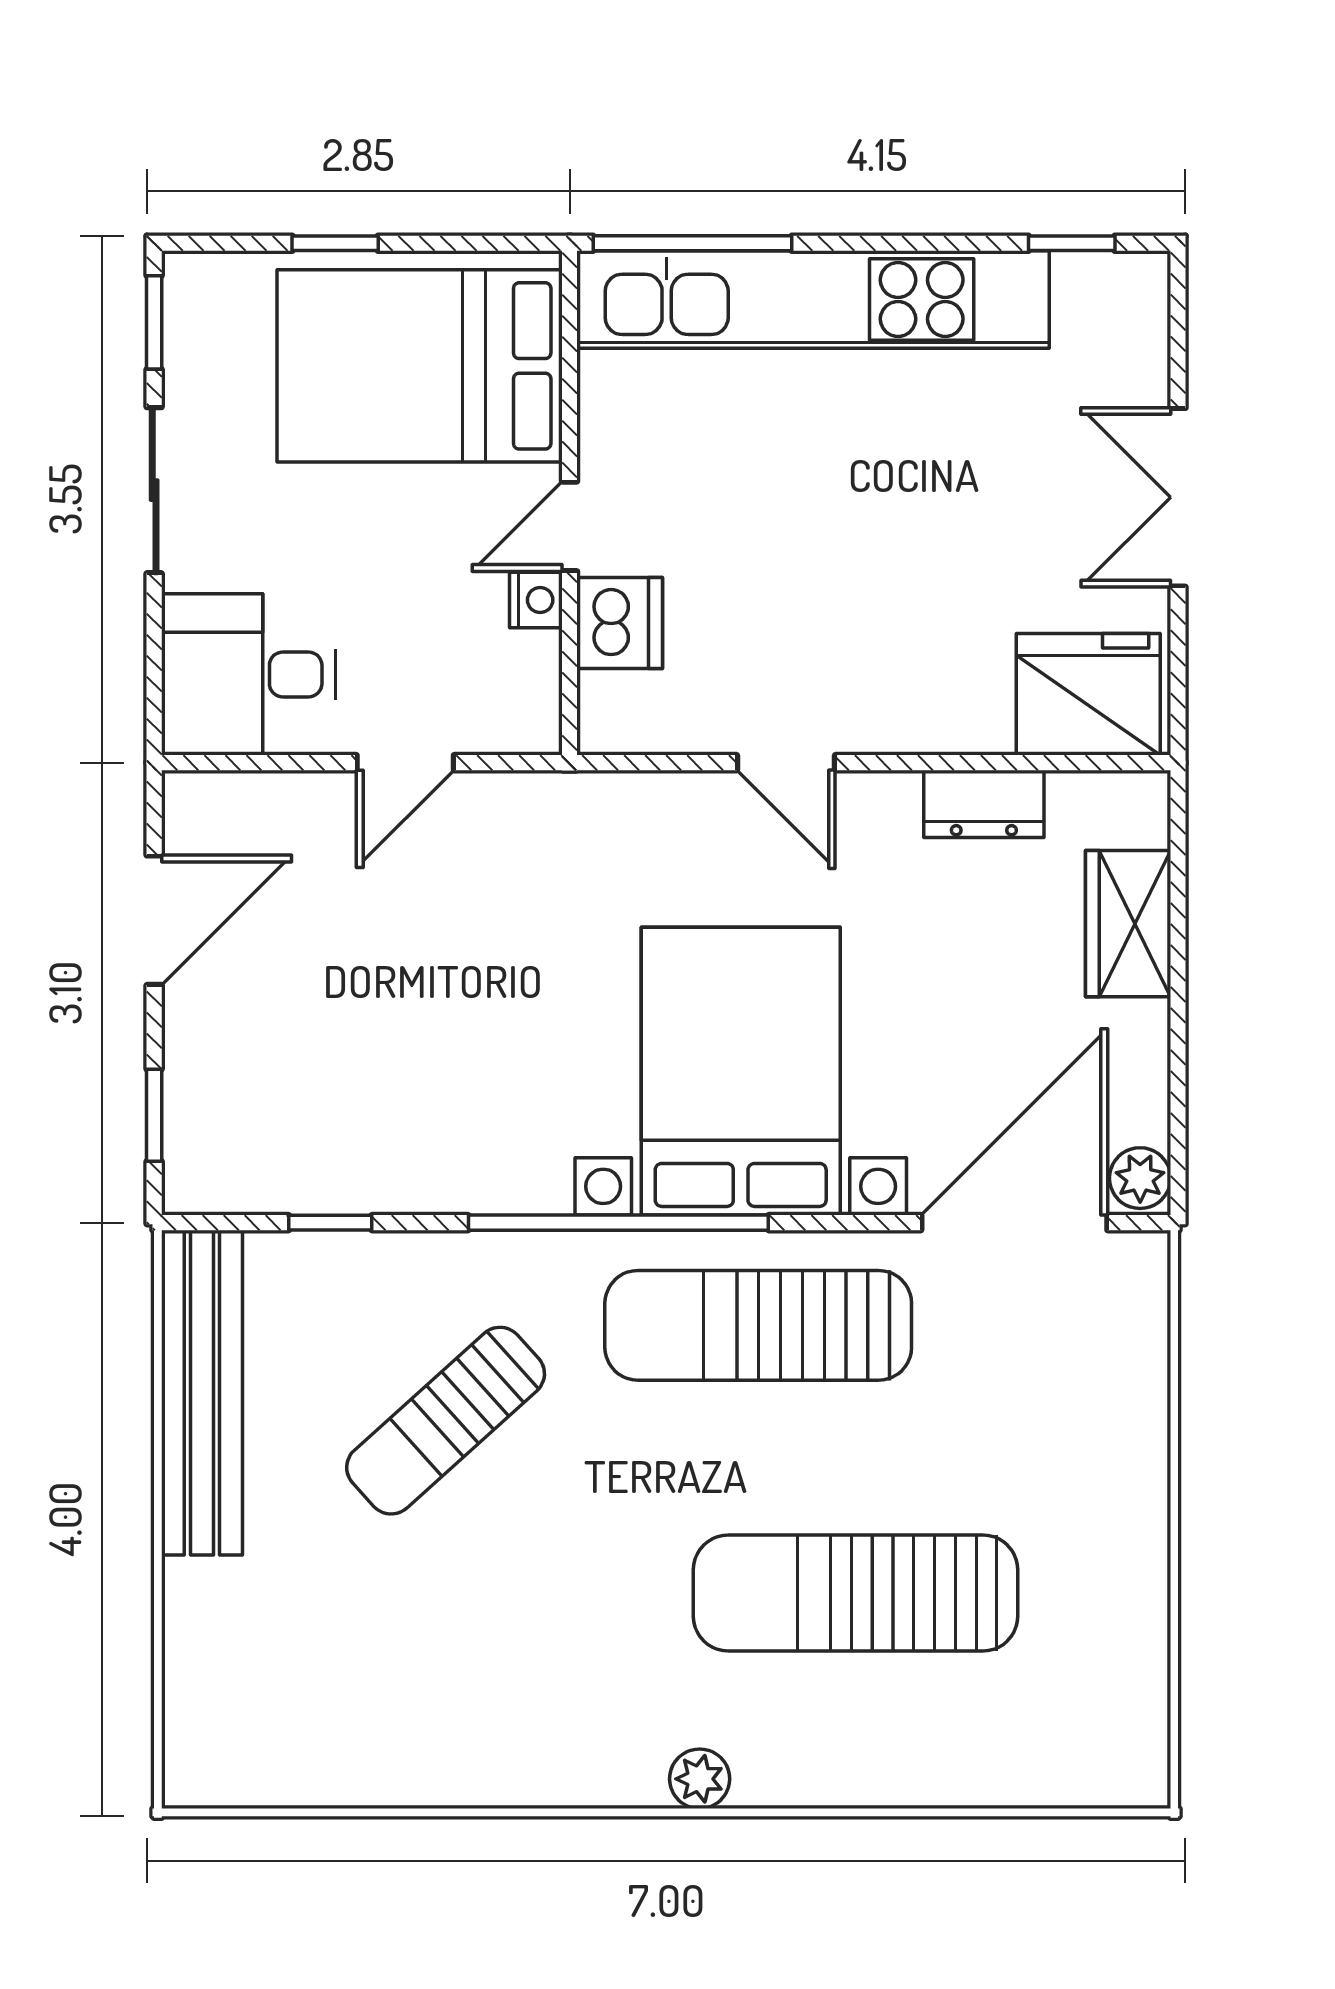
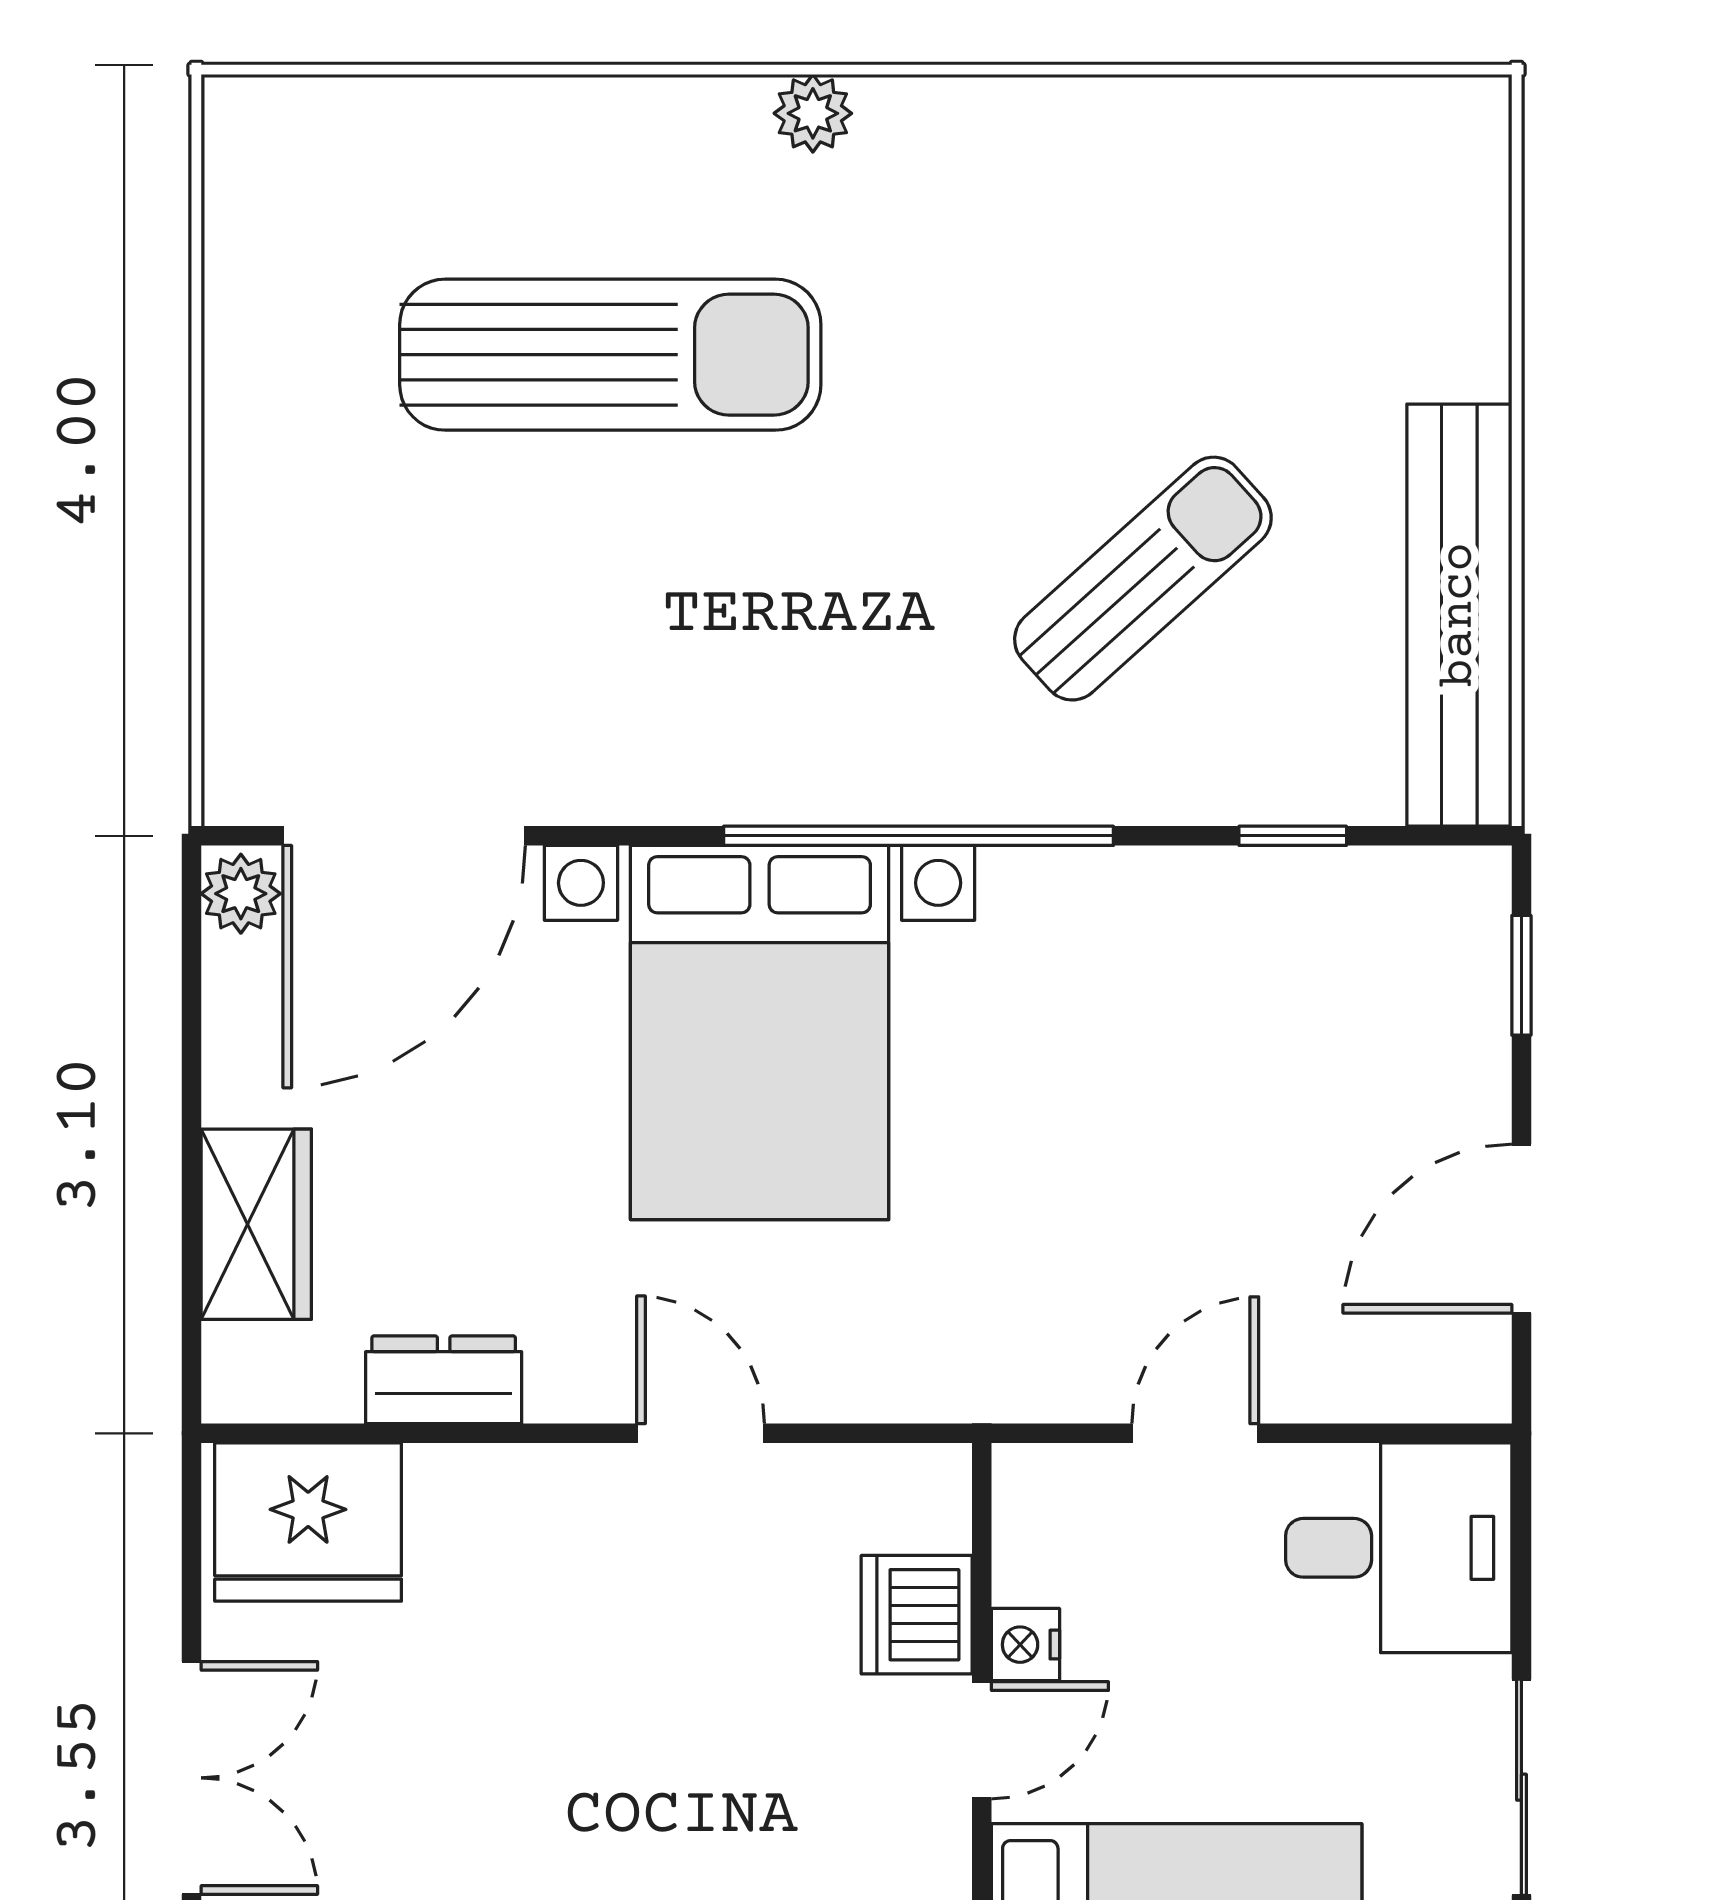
sun lounger: (758, 1325) -> (737, 702), removed

